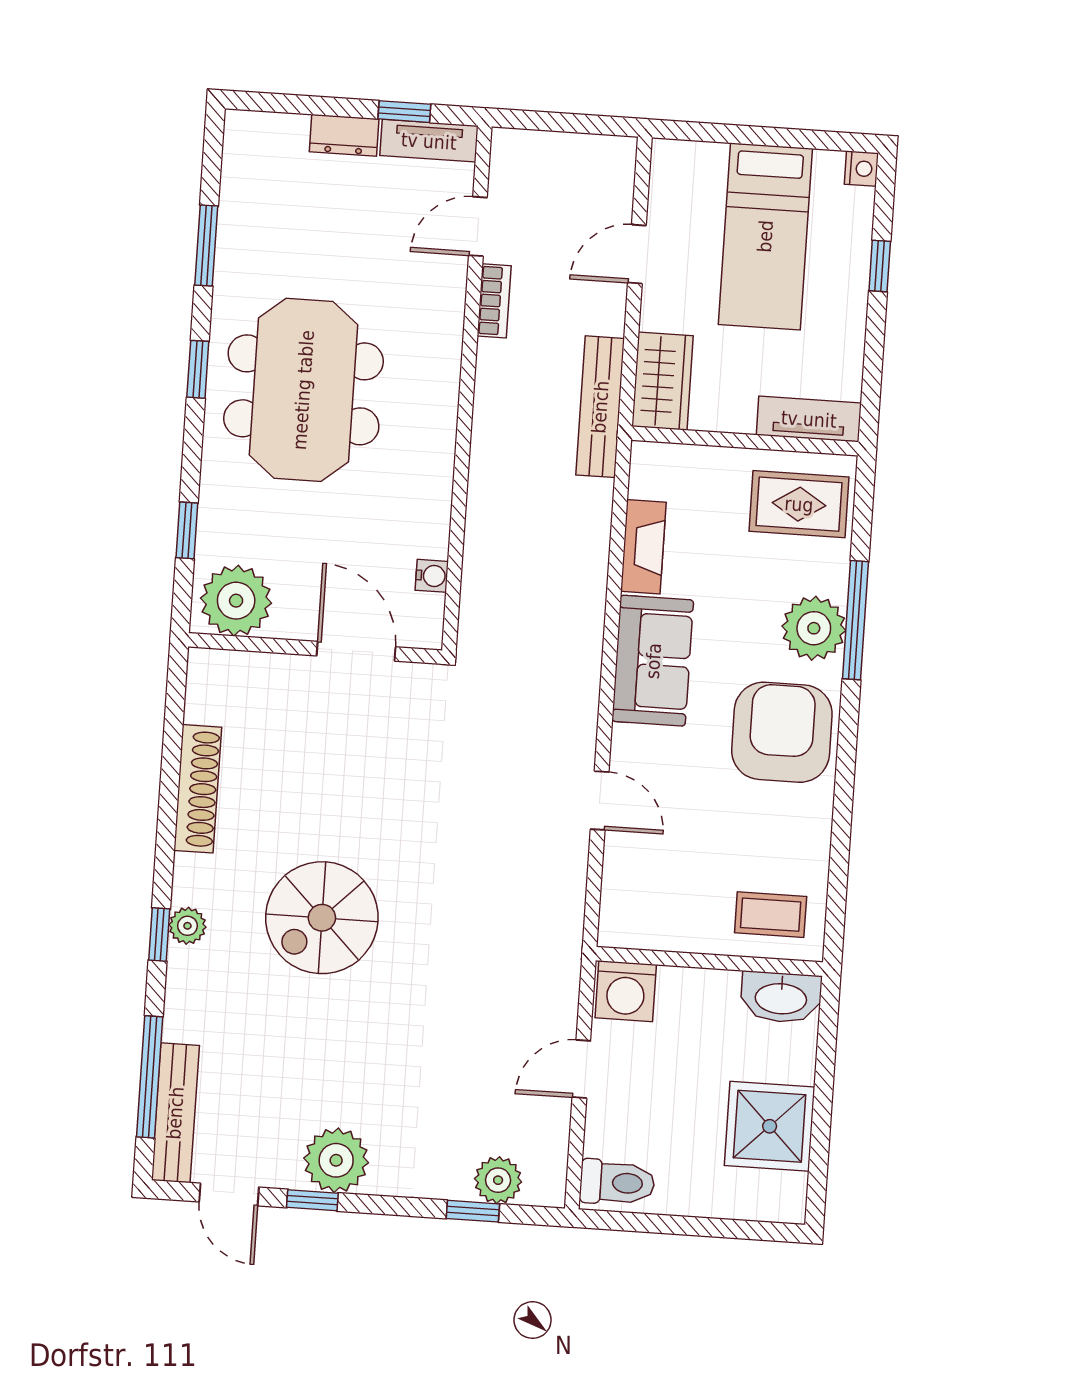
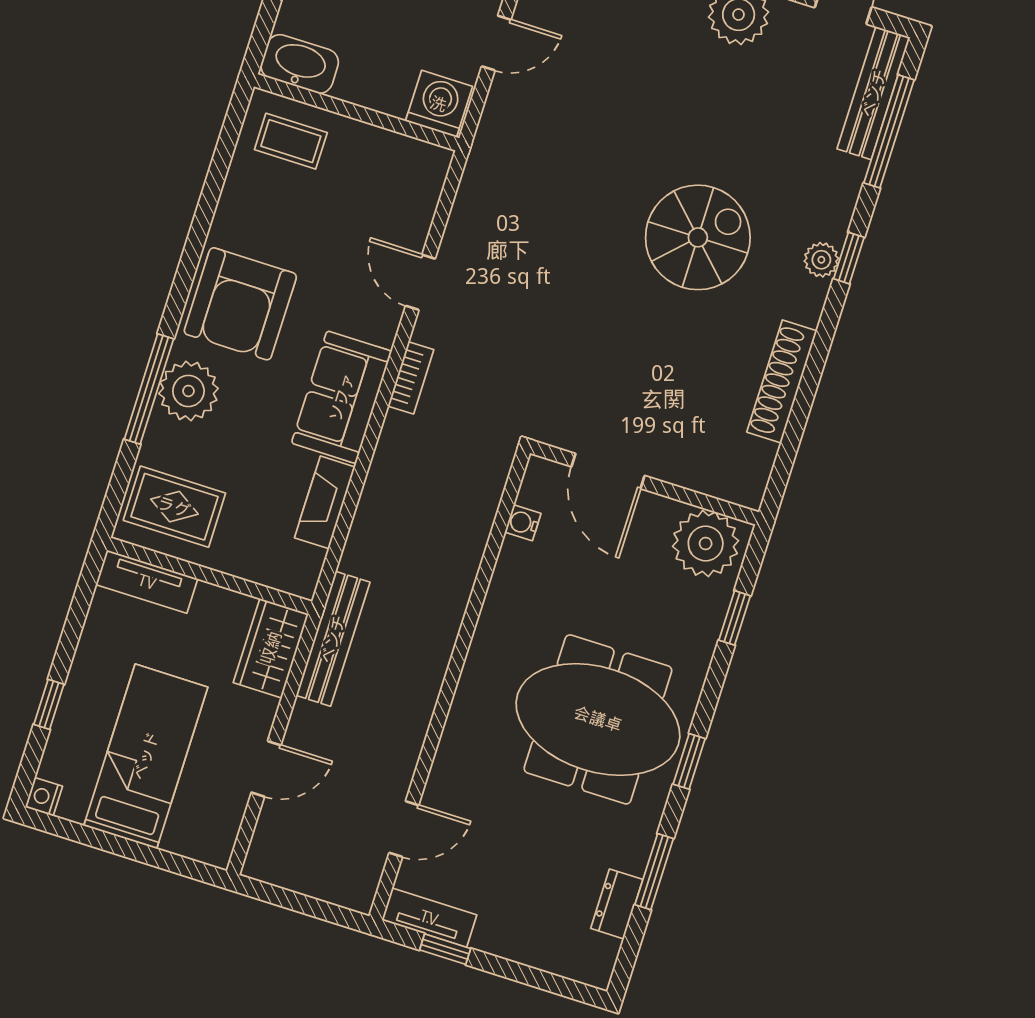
dresser: (344, 135) -> (617, 904), moved, turned -90
bookcase: (494, 301) -> (411, 378), moved, turned 180
meeting table: (303, 390) -> (598, 719), turned 90

